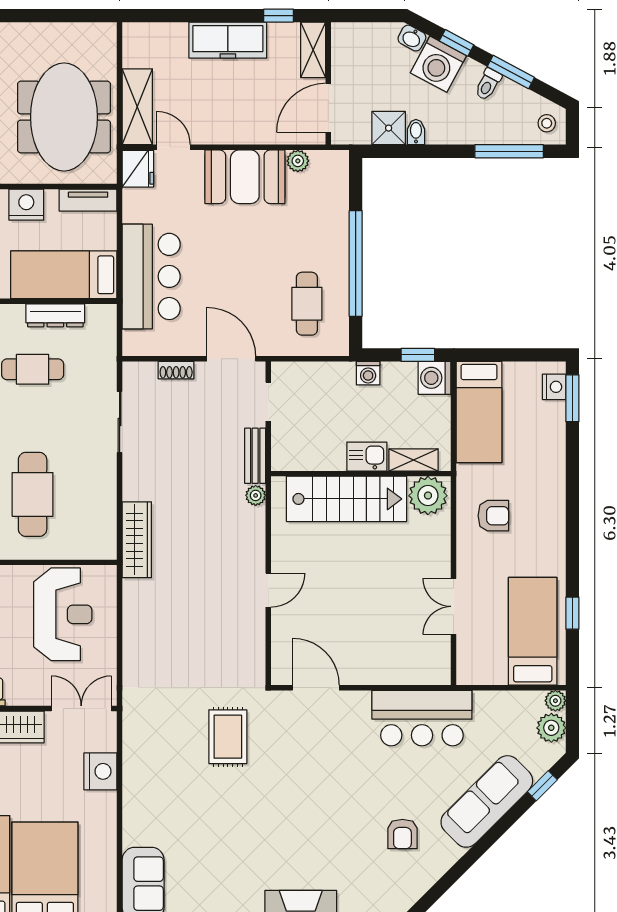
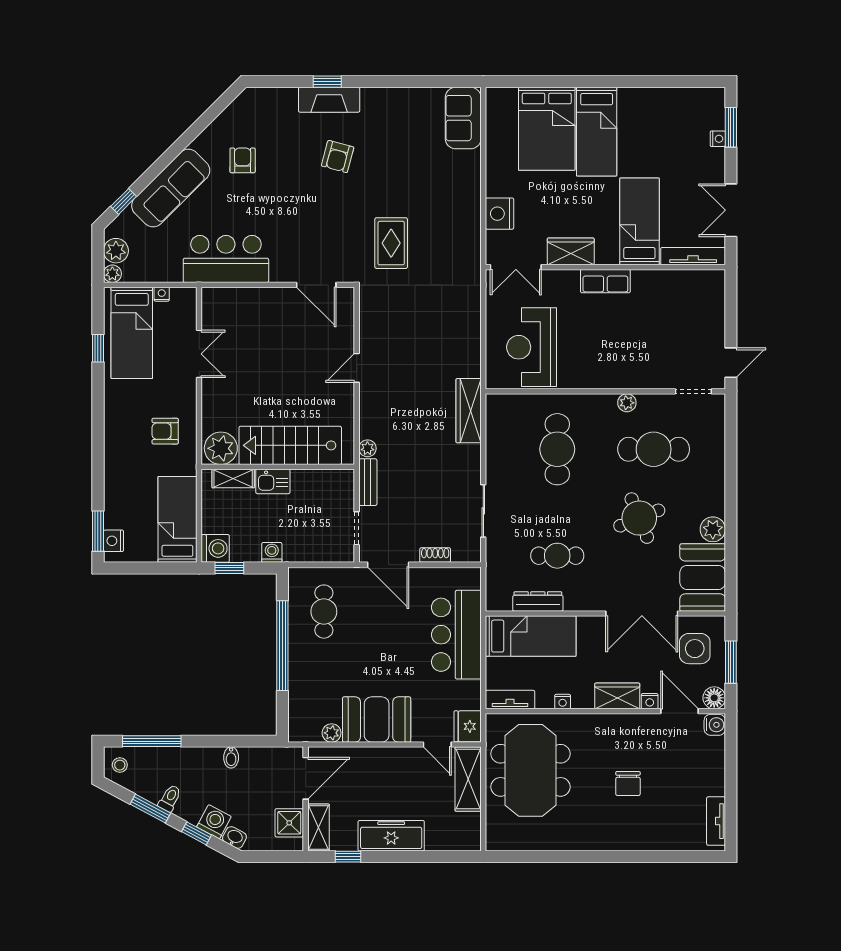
washing machine: (438, 64) -> (214, 822), width x0.73, depth x0.73
shower: (389, 128) -> (289, 823), moved
nightstand: (26, 205) -> (563, 702), width x0.53, depth x0.56
nightstand: (497, 677) -> (162, 294), added
armchair: (291, 838) -> (338, 157), added

